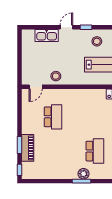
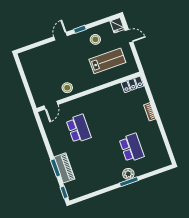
kitchen sink: (47, 35) -> (44, 51), removed

